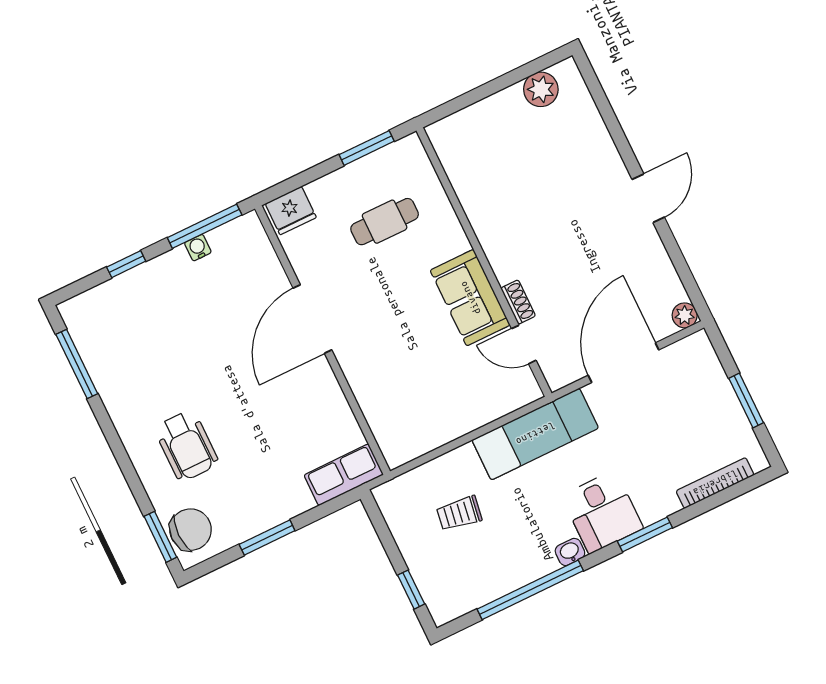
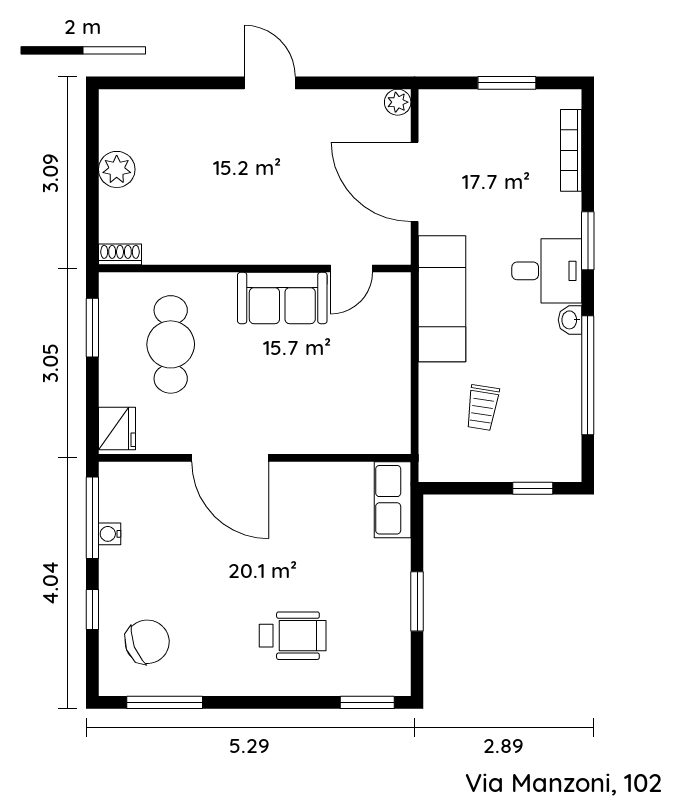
plant: (541, 89) -> (117, 169), moved
cafe table: (385, 222) -> (171, 344), width x1.37, depth x1.35
shoe rack: (518, 302) -> (120, 254), moved
chair: (190, 530) -> (147, 642), moved, turned 69

